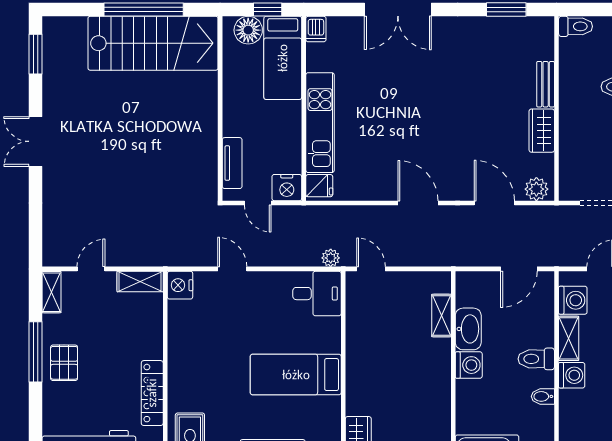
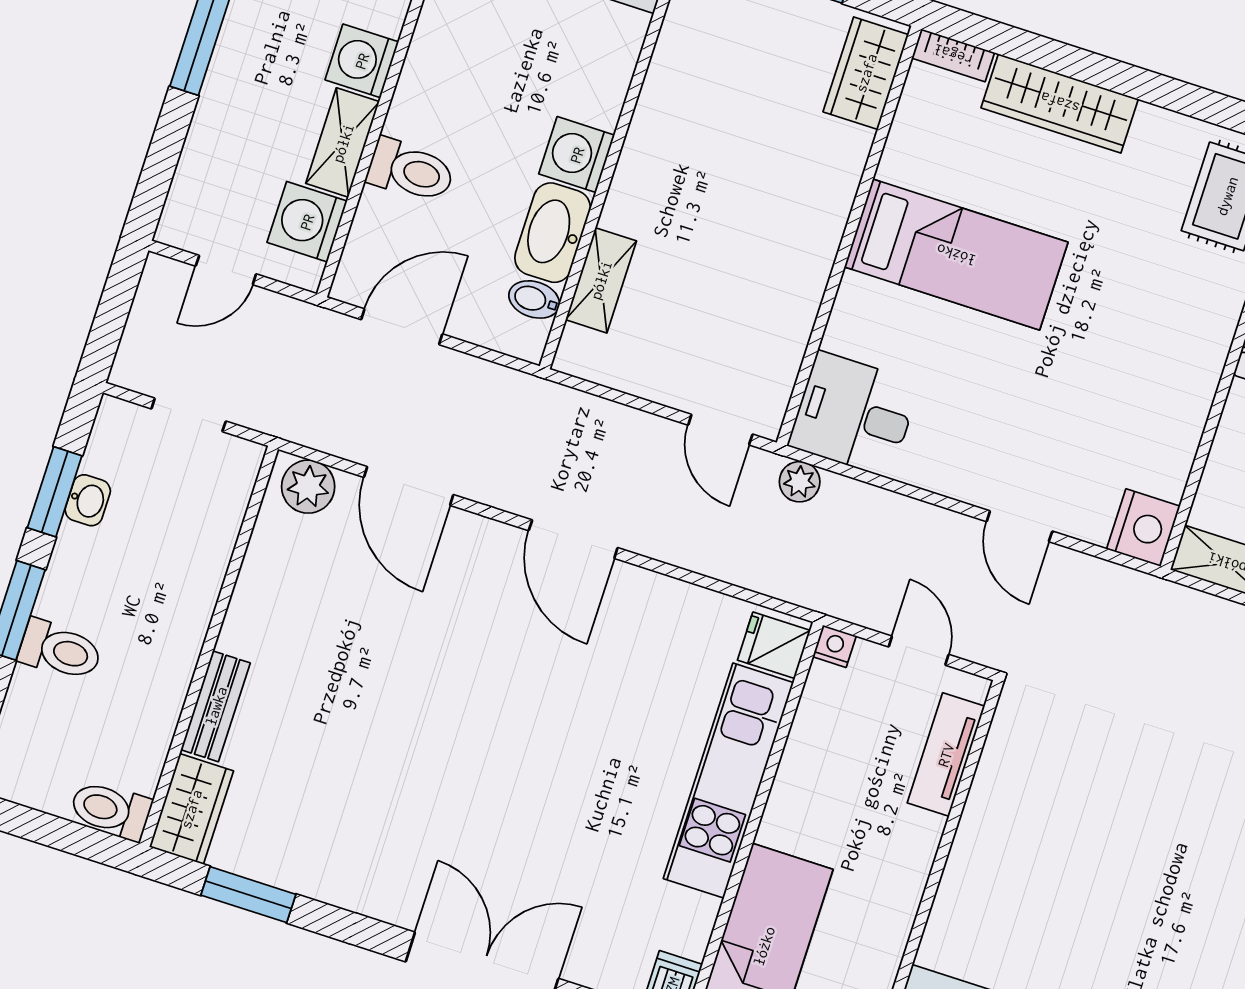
wardrobe: (542, 131) -> (191, 809), moved
nightstand: (287, 188) -> (834, 646), width x0.53, depth x0.56
toilet: (536, 359) -> (411, 171), moved
bidet: (543, 396) -> (534, 299), moved, turned 180

